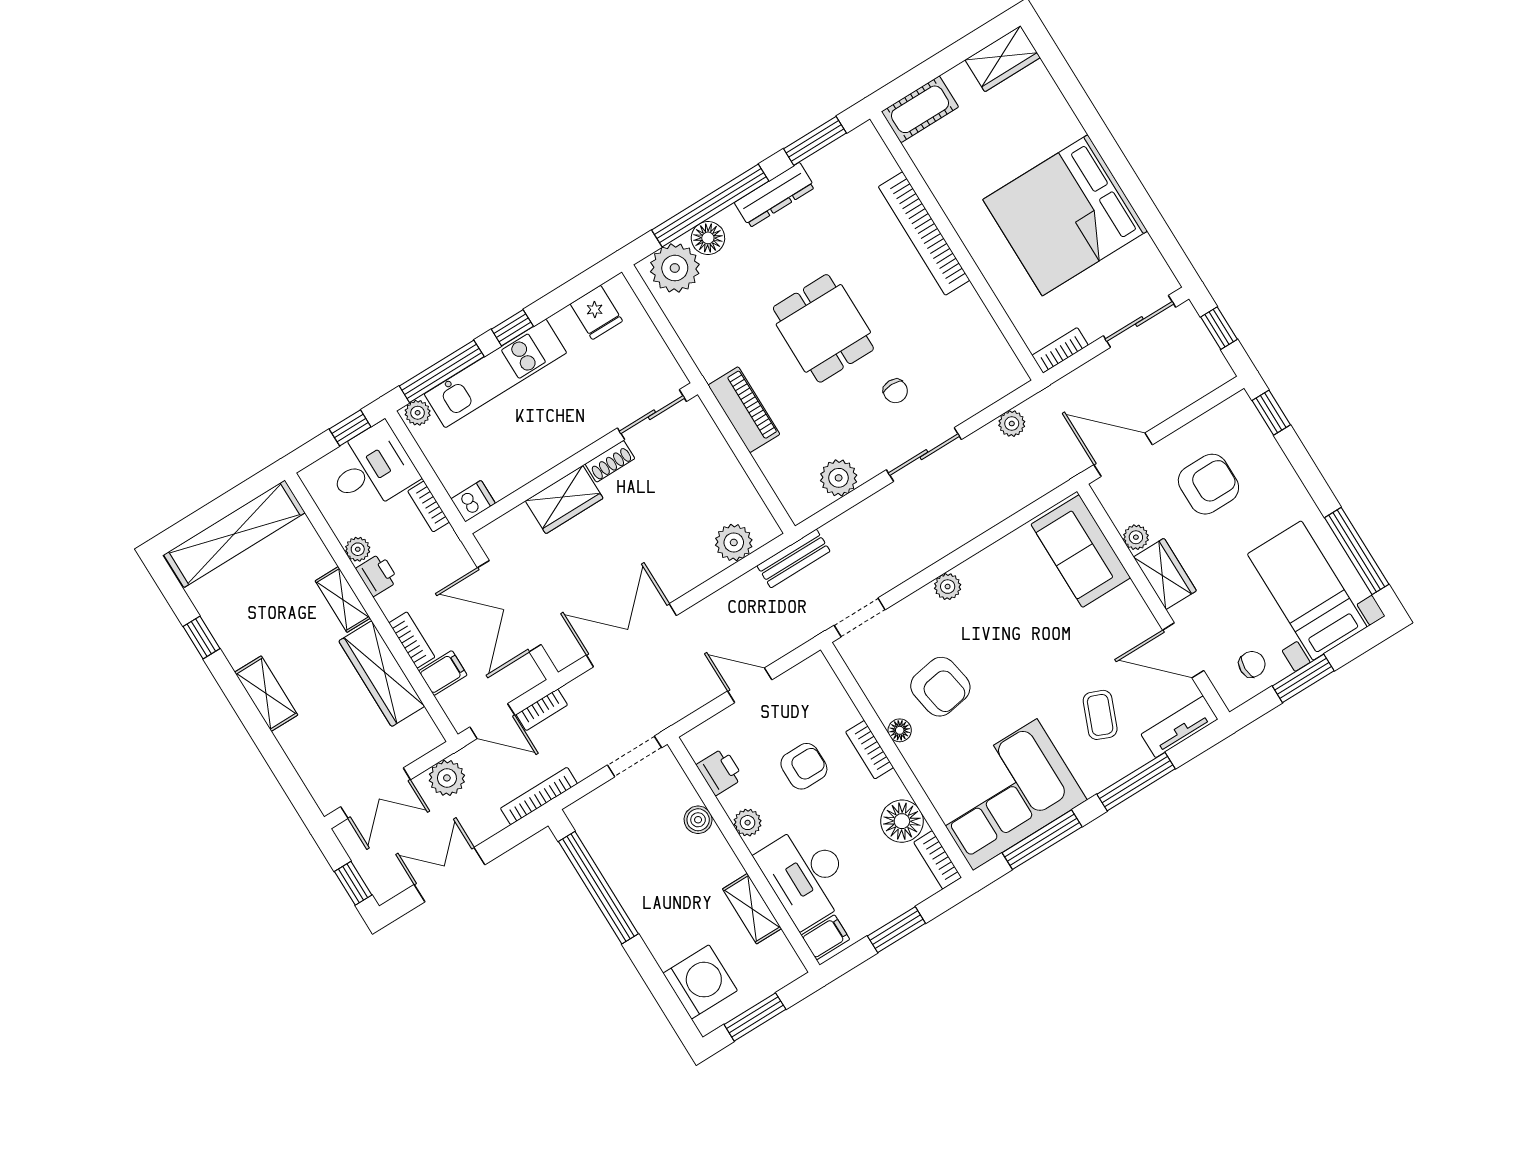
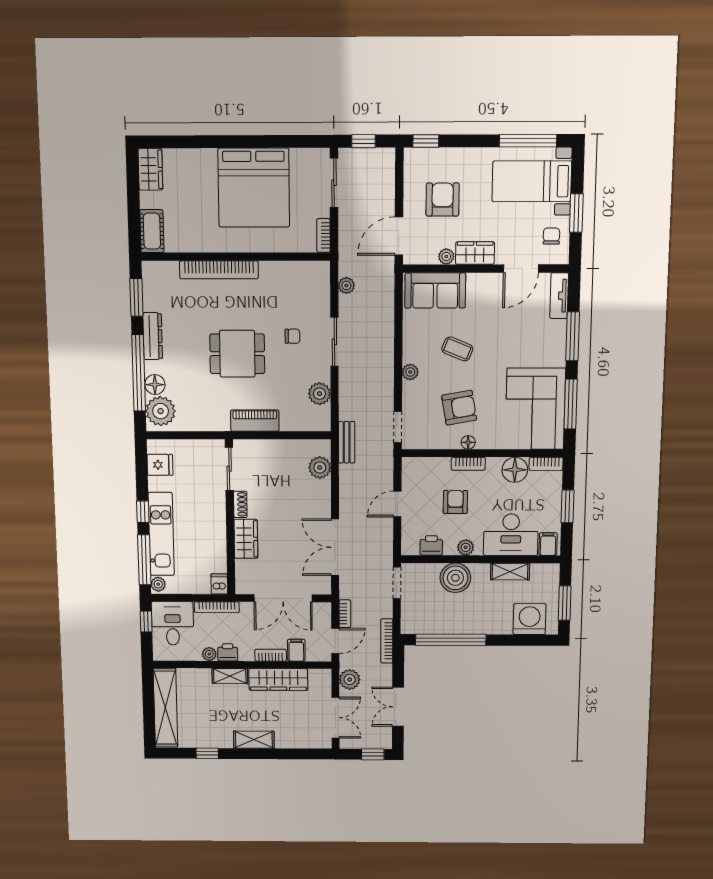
bookcase: (429, 507) -> (217, 607), width x1.56
coffee table: (1100, 715) -> (457, 349), moved
boiler: (698, 820) -> (455, 578), width x1.86, depth x1.86

